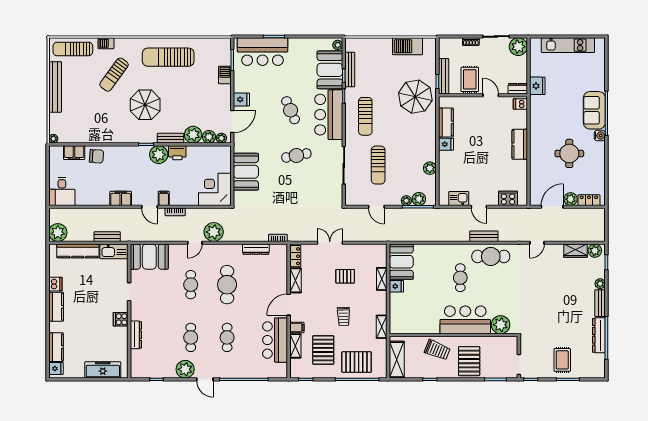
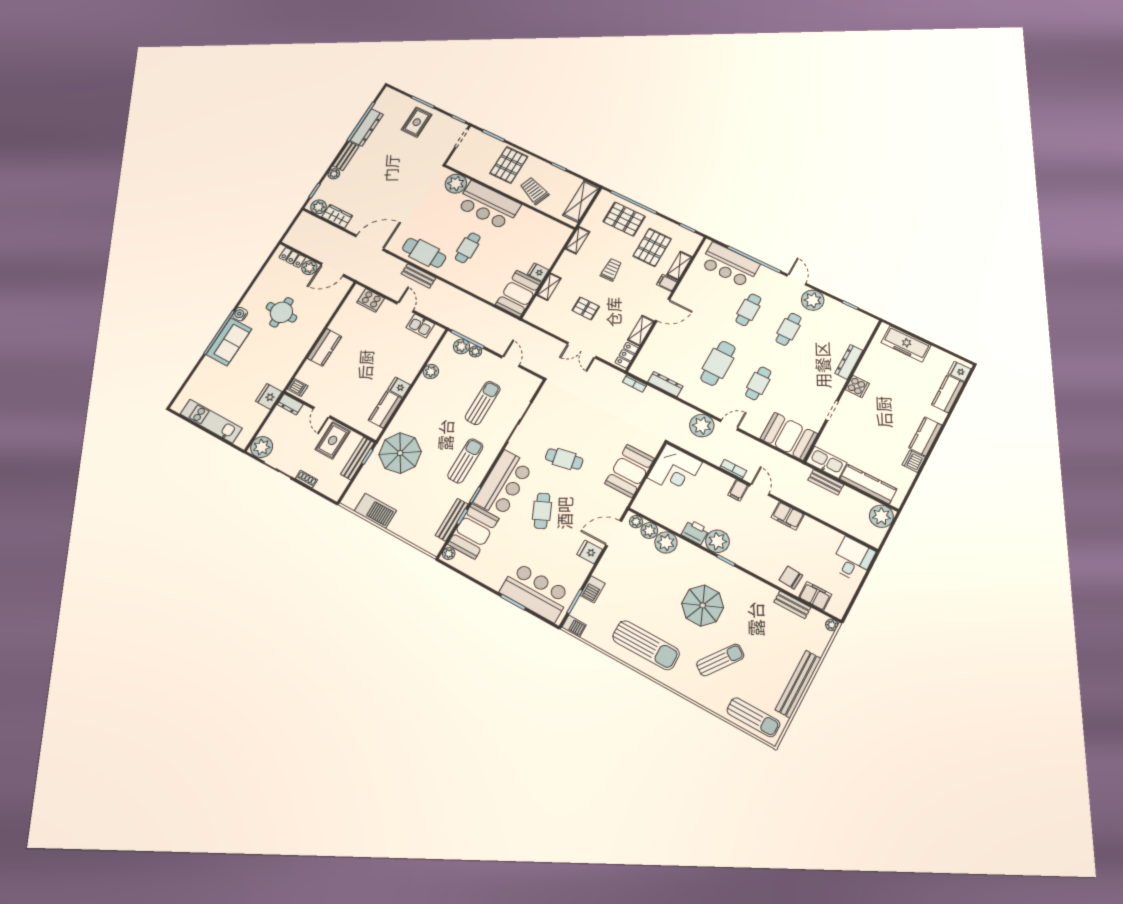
barbecue: (106, 43) -> (574, 626), moved
bench: (170, 138) -> (792, 605), moved
door: (537, 243) -> (370, 243), width x1.88
bar counter: (275, 340) -> (730, 265), moved, turned 90

